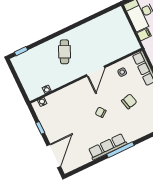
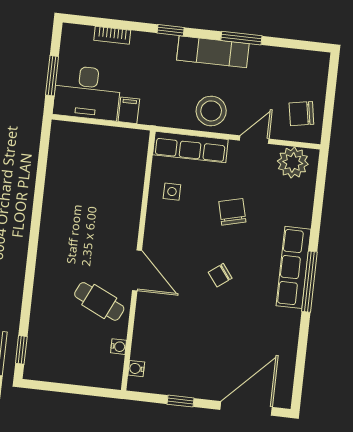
cafe table: (64, 52) -> (99, 301), moved
door: (96, 71) -> (137, 270), moved
row of seats: (108, 147) -> (294, 267), moved
door: (54, 156) -> (246, 408), hinge flipped

